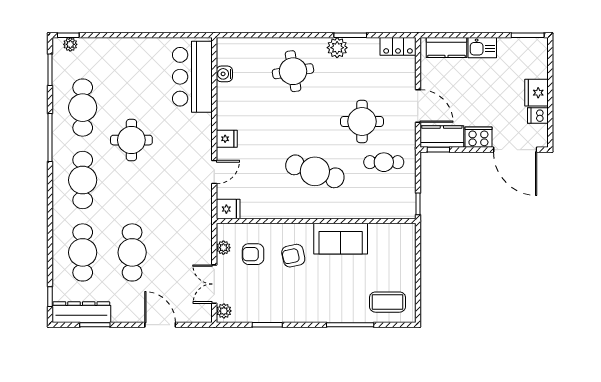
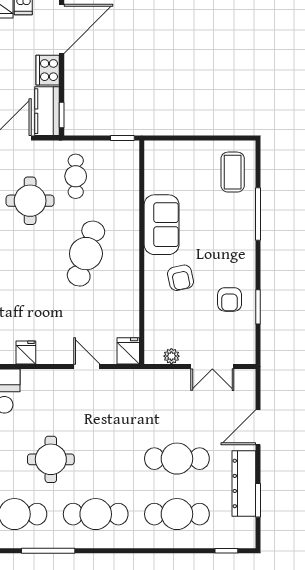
fridge: (227, 139) -> (26, 352), moved
armchair: (253, 254) -> (230, 299), moved
plant: (224, 311) -> (243, 356), removed
dresser: (81, 312) -> (244, 483), moved

